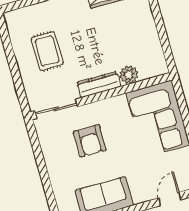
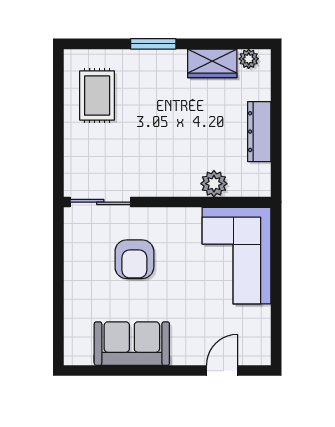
rug: (47, 51) -> (97, 96), moved
dresser: (99, 84) -> (259, 132), moved, turned -90

